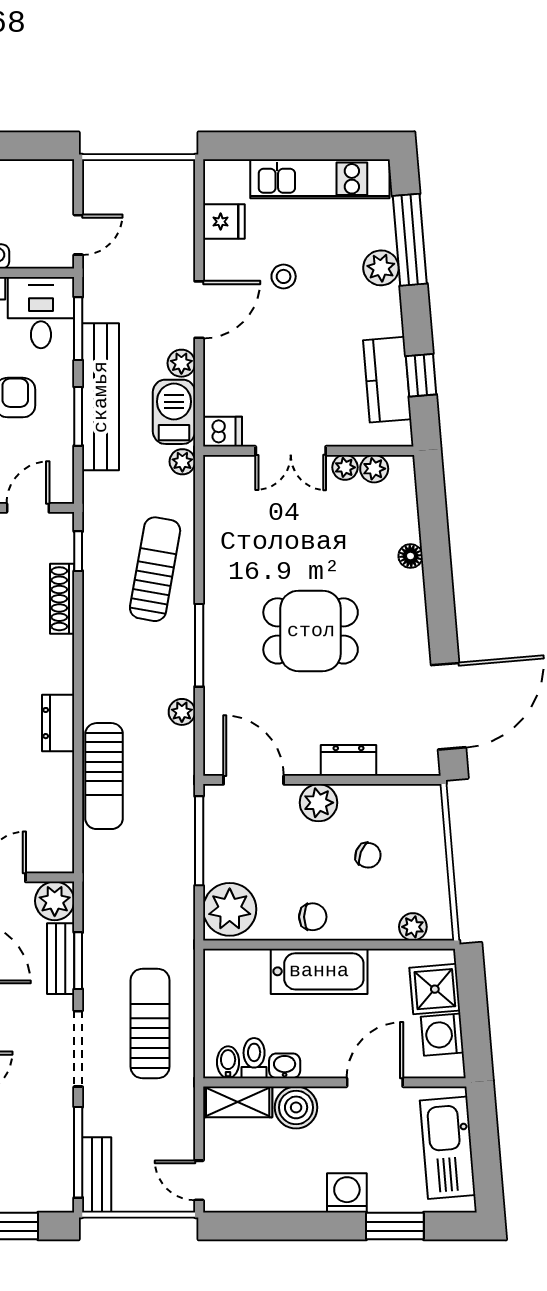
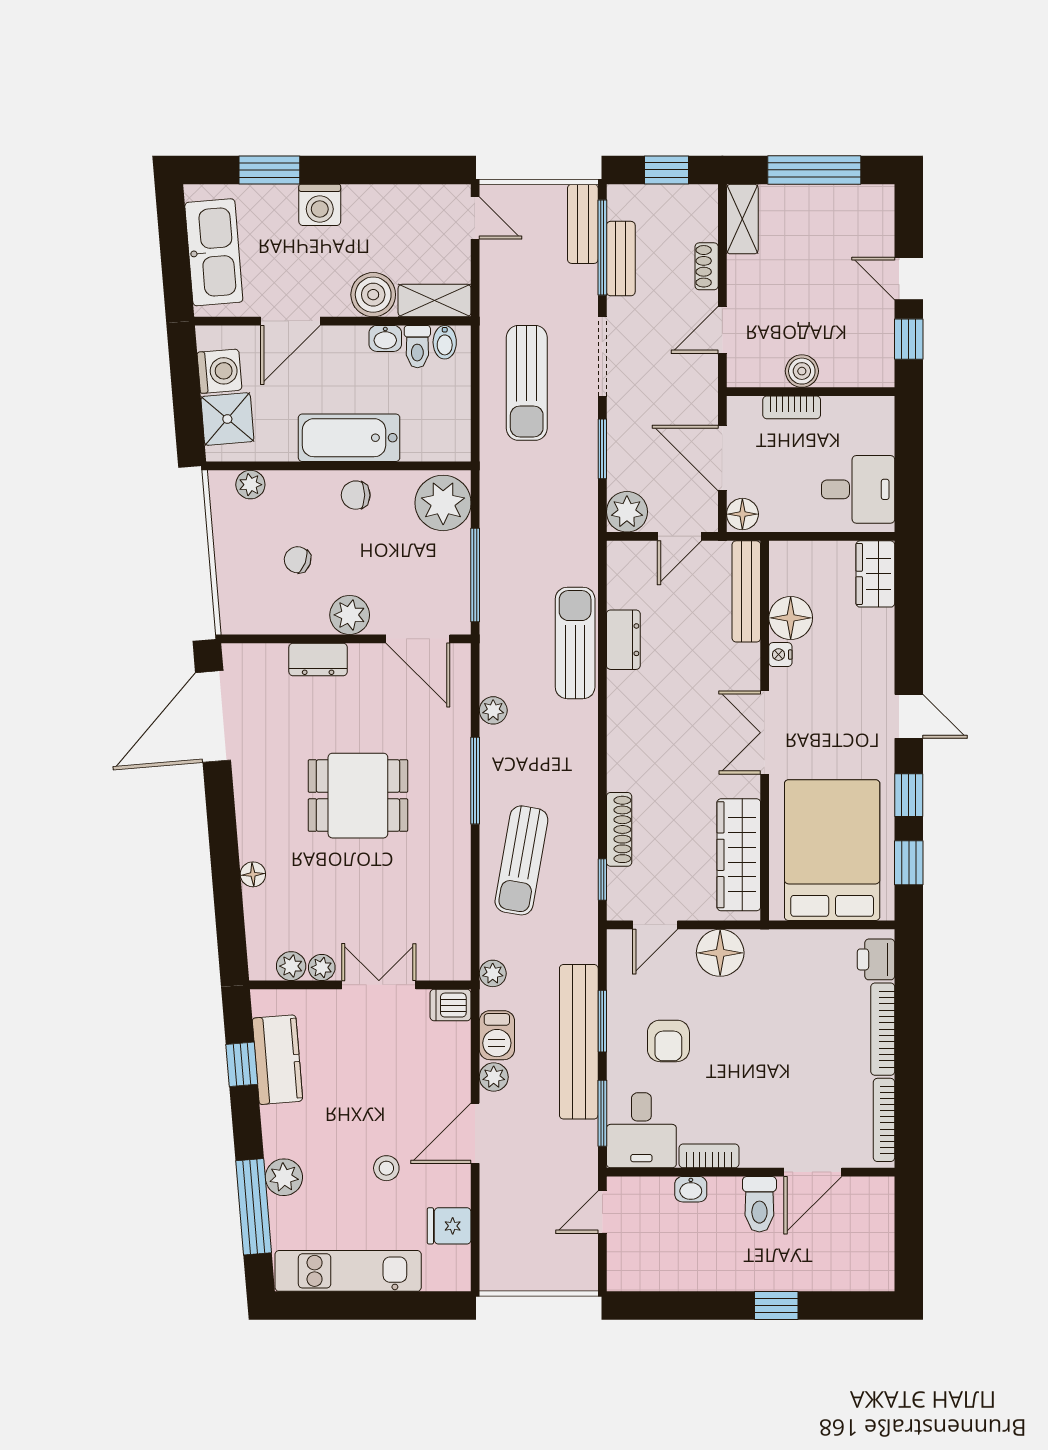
barbecue: (174, 412) -> (497, 1035), width x0.73, depth x0.79
dresser: (58, 723) -> (623, 640), moved
bench: (61, 959) -> (621, 259), moved

